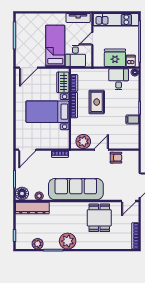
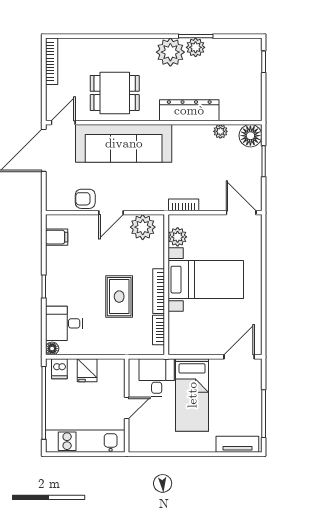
tv unit: (78, 18) -> (237, 444), moved
fridge: (115, 58) -> (87, 370), width x0.53, depth x0.75
desk: (119, 79) -> (64, 323), moved, turned 90
wardrobe: (63, 82) -> (179, 331), removed
filing cabinet: (132, 119) -> (57, 237), moved
plant: (63, 136) -> (178, 237), added
door: (27, 150) -> (241, 213), hinge flipped
sofa: (76, 189) -> (124, 143), moved
dresser: (32, 208) -> (189, 110), moved
dining table: (99, 218) -> (115, 93), turned 90
plant: (38, 244) -> (196, 47), moved

